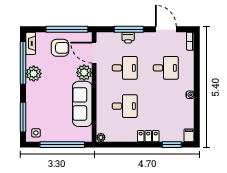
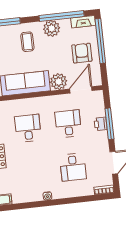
window: (67, 29) -> (100, 41), moved
armchair: (60, 48) -> (82, 53), turned 180
desk: (125, 68) -> (68, 124), turned 180
coffee table: (44, 98) -> (27, 42), added
desk: (125, 106) -> (28, 128), turned 180

